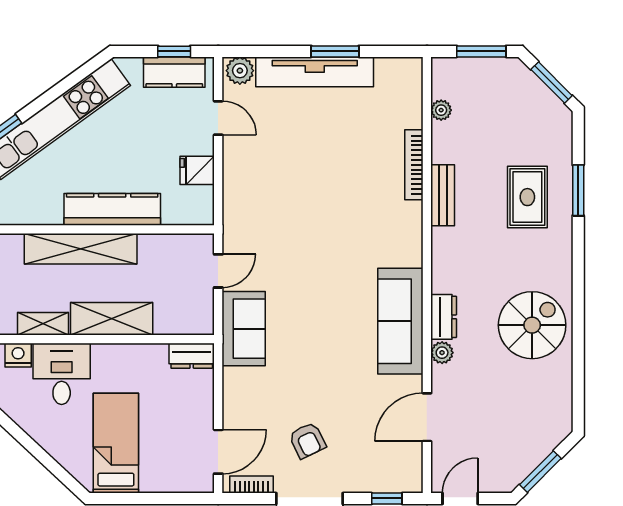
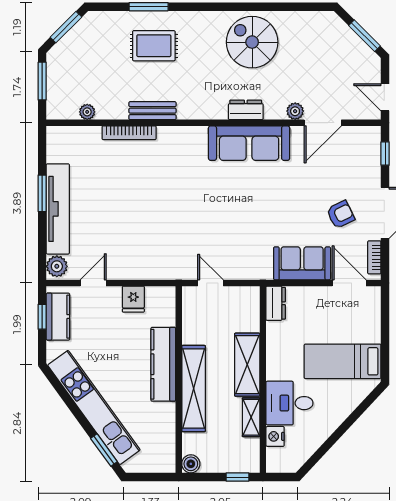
sofa: (244, 329) -> (302, 263), moved
plant: (442, 353) -> (295, 111), moved
door: (427, 417) -> (323, 123), hinge flipped

